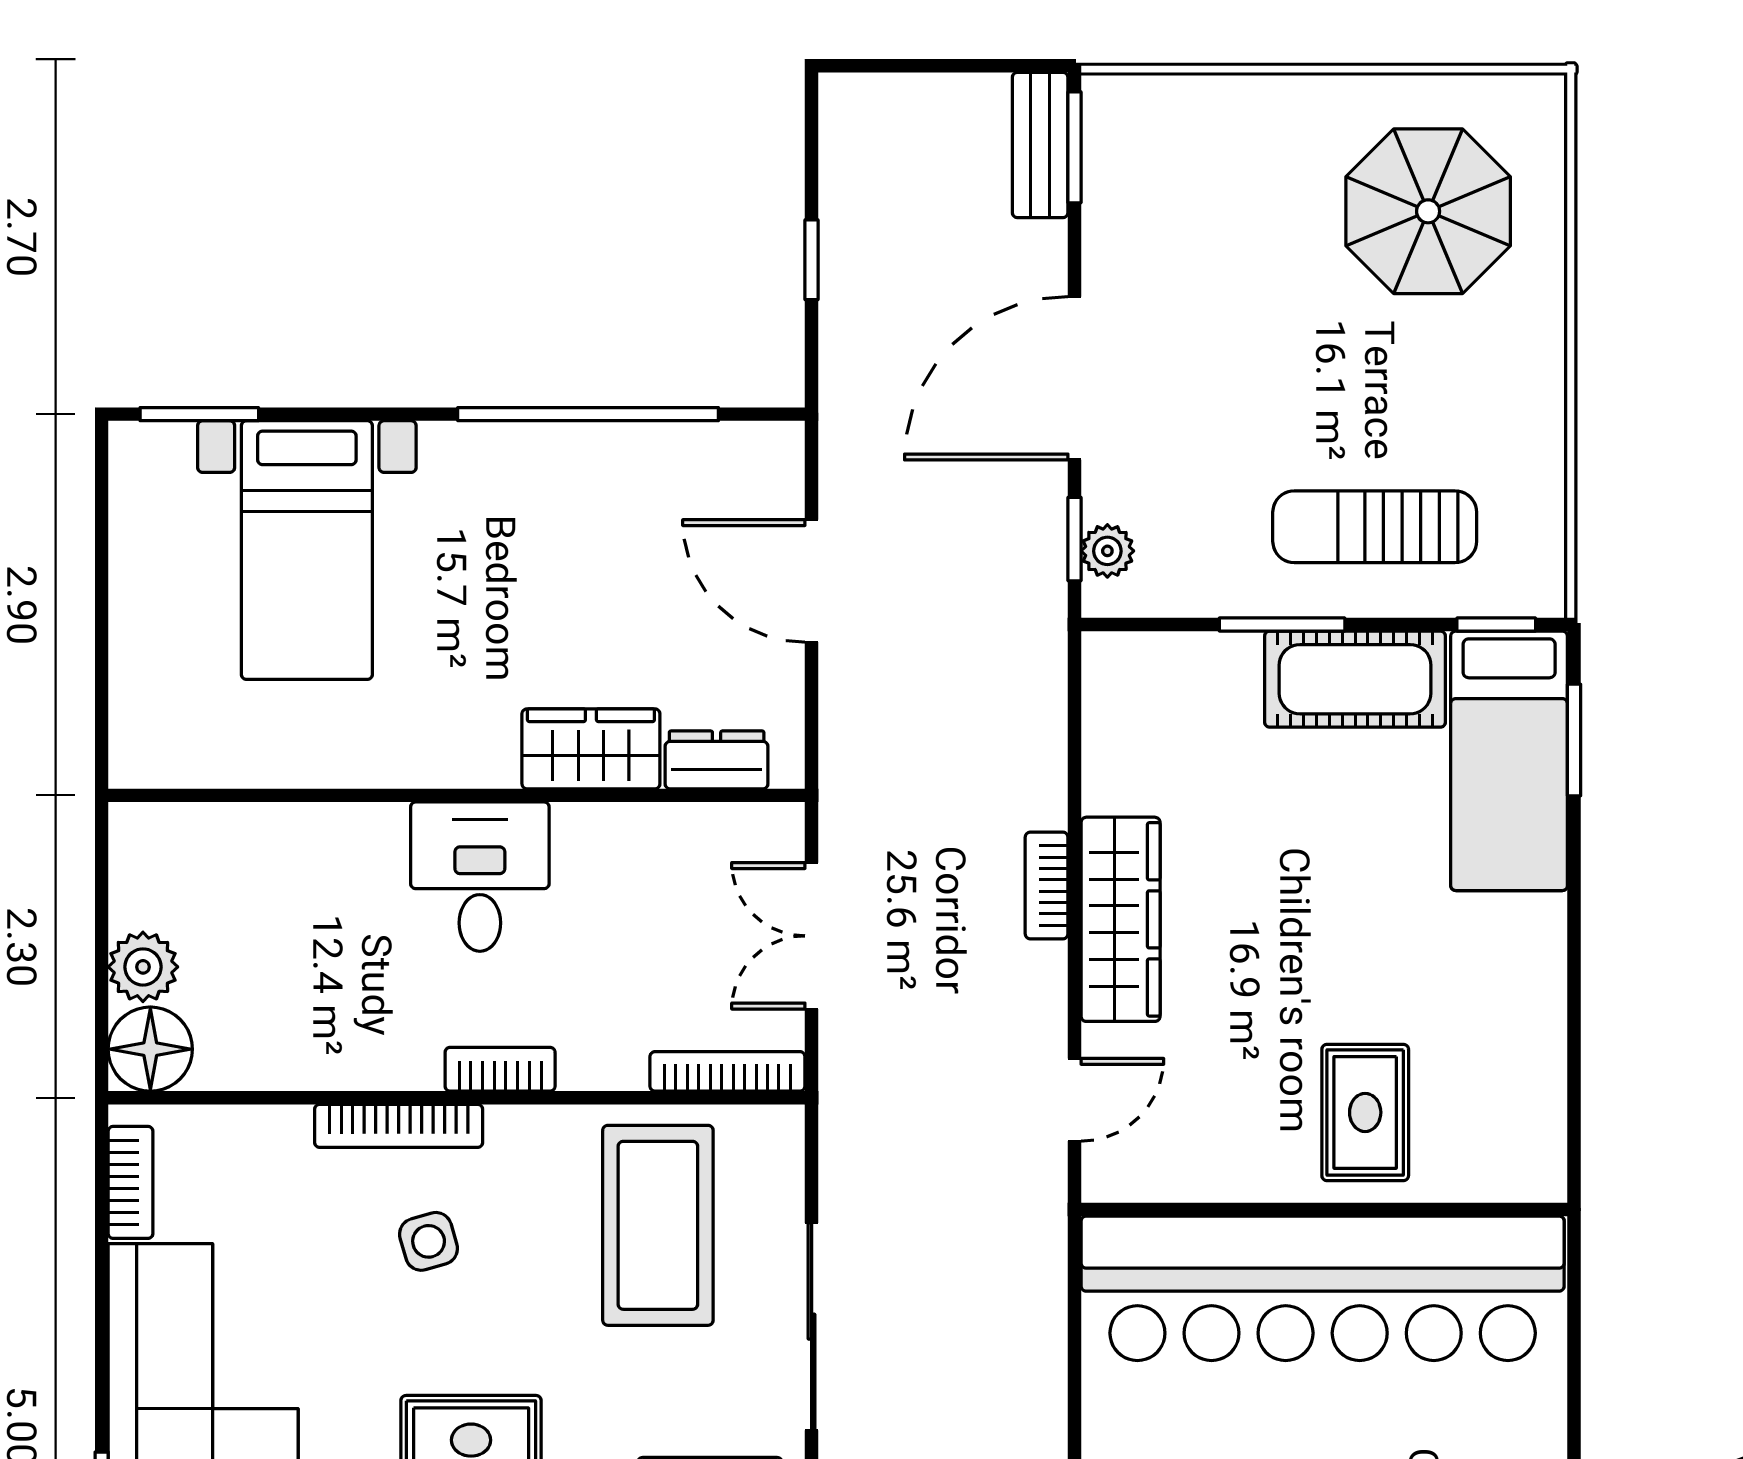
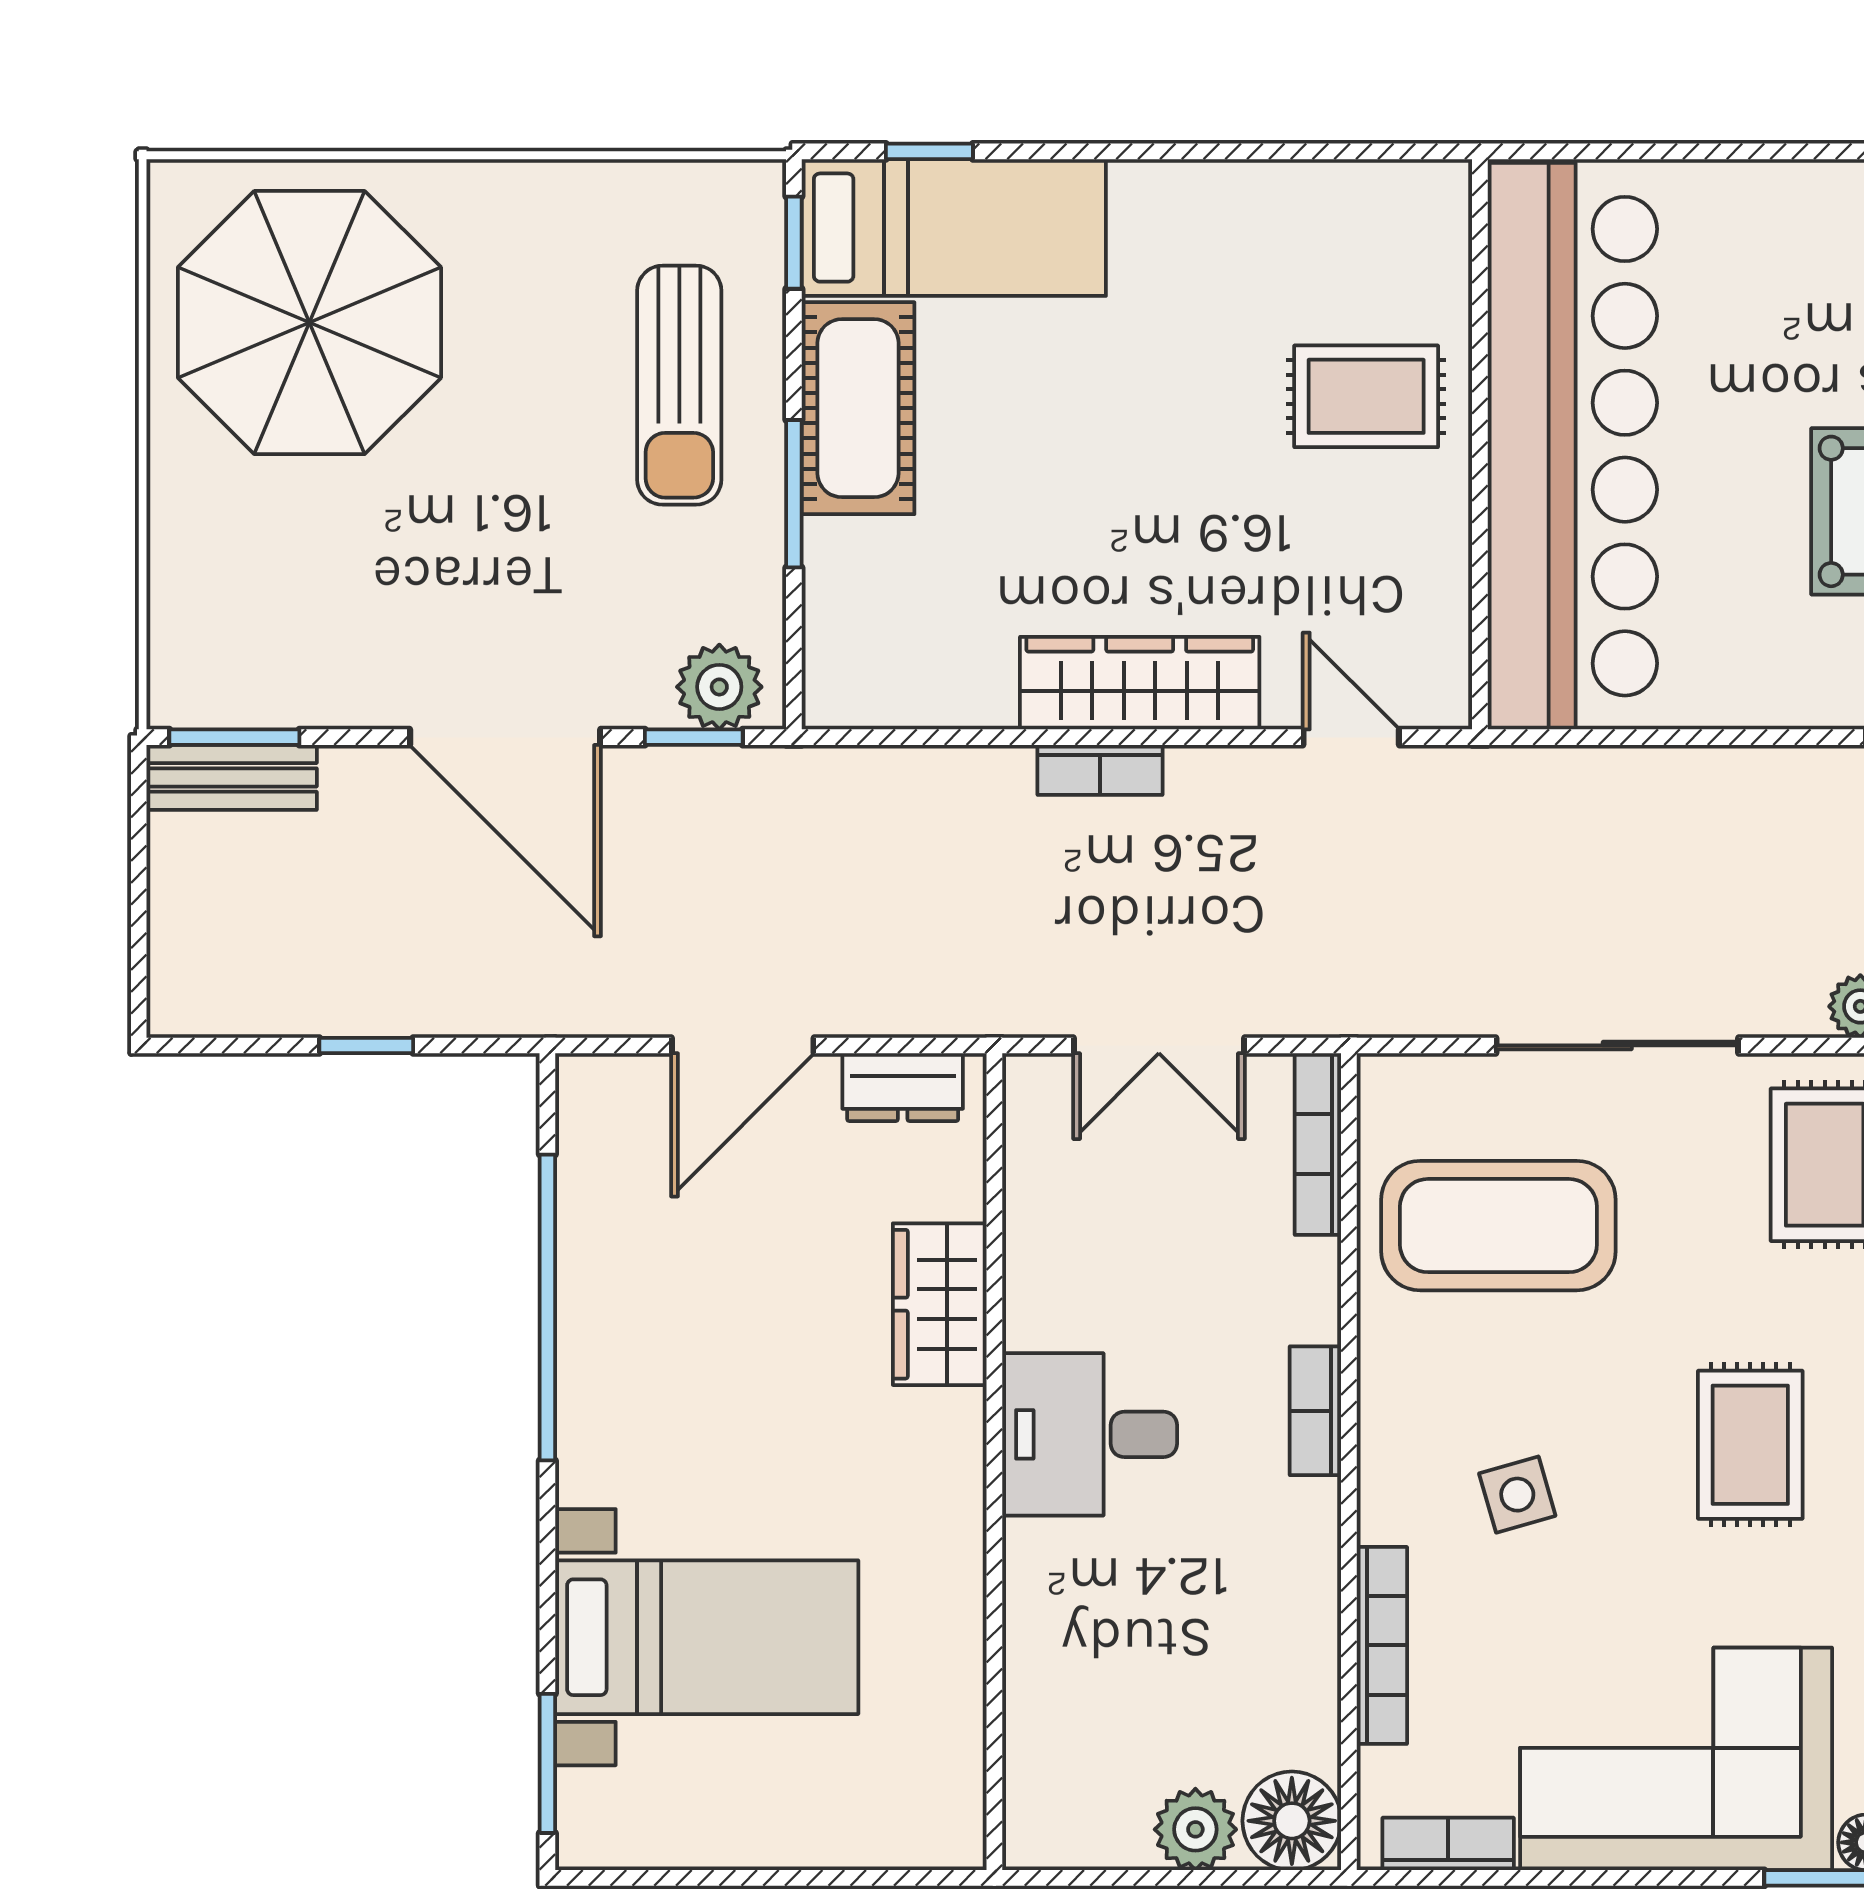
parasol: (1428, 211) -> (309, 323), width x1.36, depth x1.36
plant: (1107, 551) -> (719, 687), width x1.38, depth x1.38
window: (1574, 740) -> (929, 151), width x0.67
dresser: (717, 760) -> (903, 1087), moved, turned -90
bookcase: (399, 1126) -> (1382, 1645), moved

